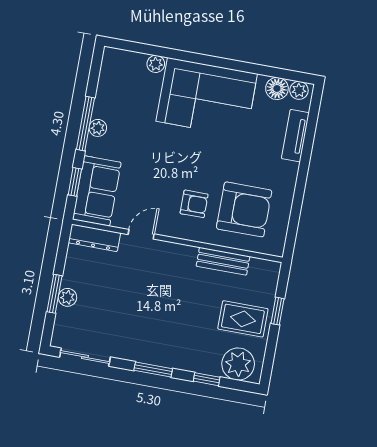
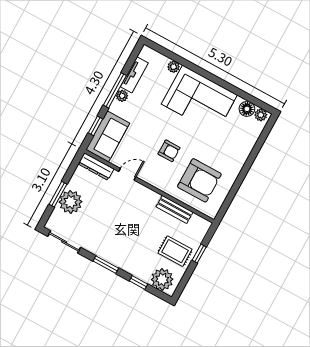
tv unit: (295, 136) -> (134, 75), moved, turned 180
armchair: (194, 204) -> (169, 151), moved
plant: (68, 297) -> (71, 202), width x1.87, depth x1.87

